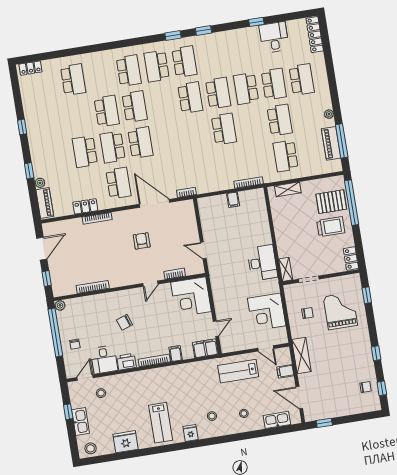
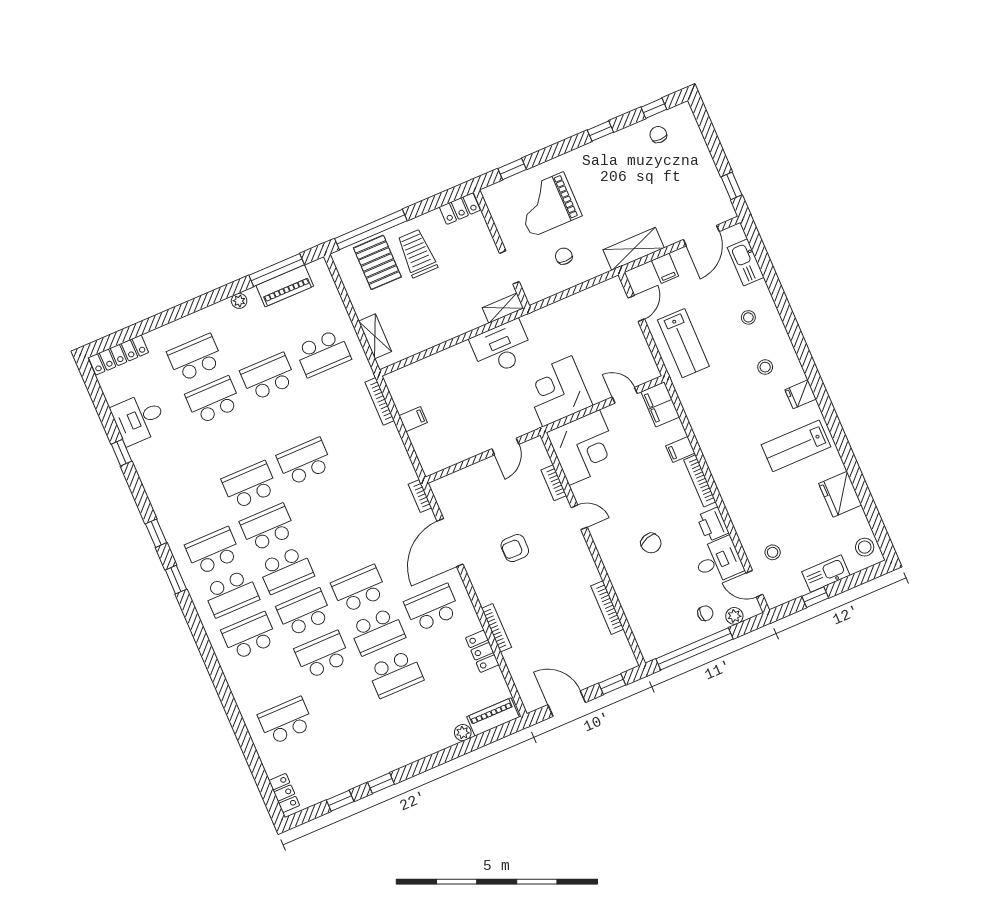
school desk: (246, 89) -> (286, 570), moved
window: (29, 171) -> (340, 801), moved
plant: (60, 305) -> (734, 616), moved
corner desk: (267, 312) -> (557, 391), moved, turned 180
lab bench: (161, 423) -> (796, 446), turned 180

